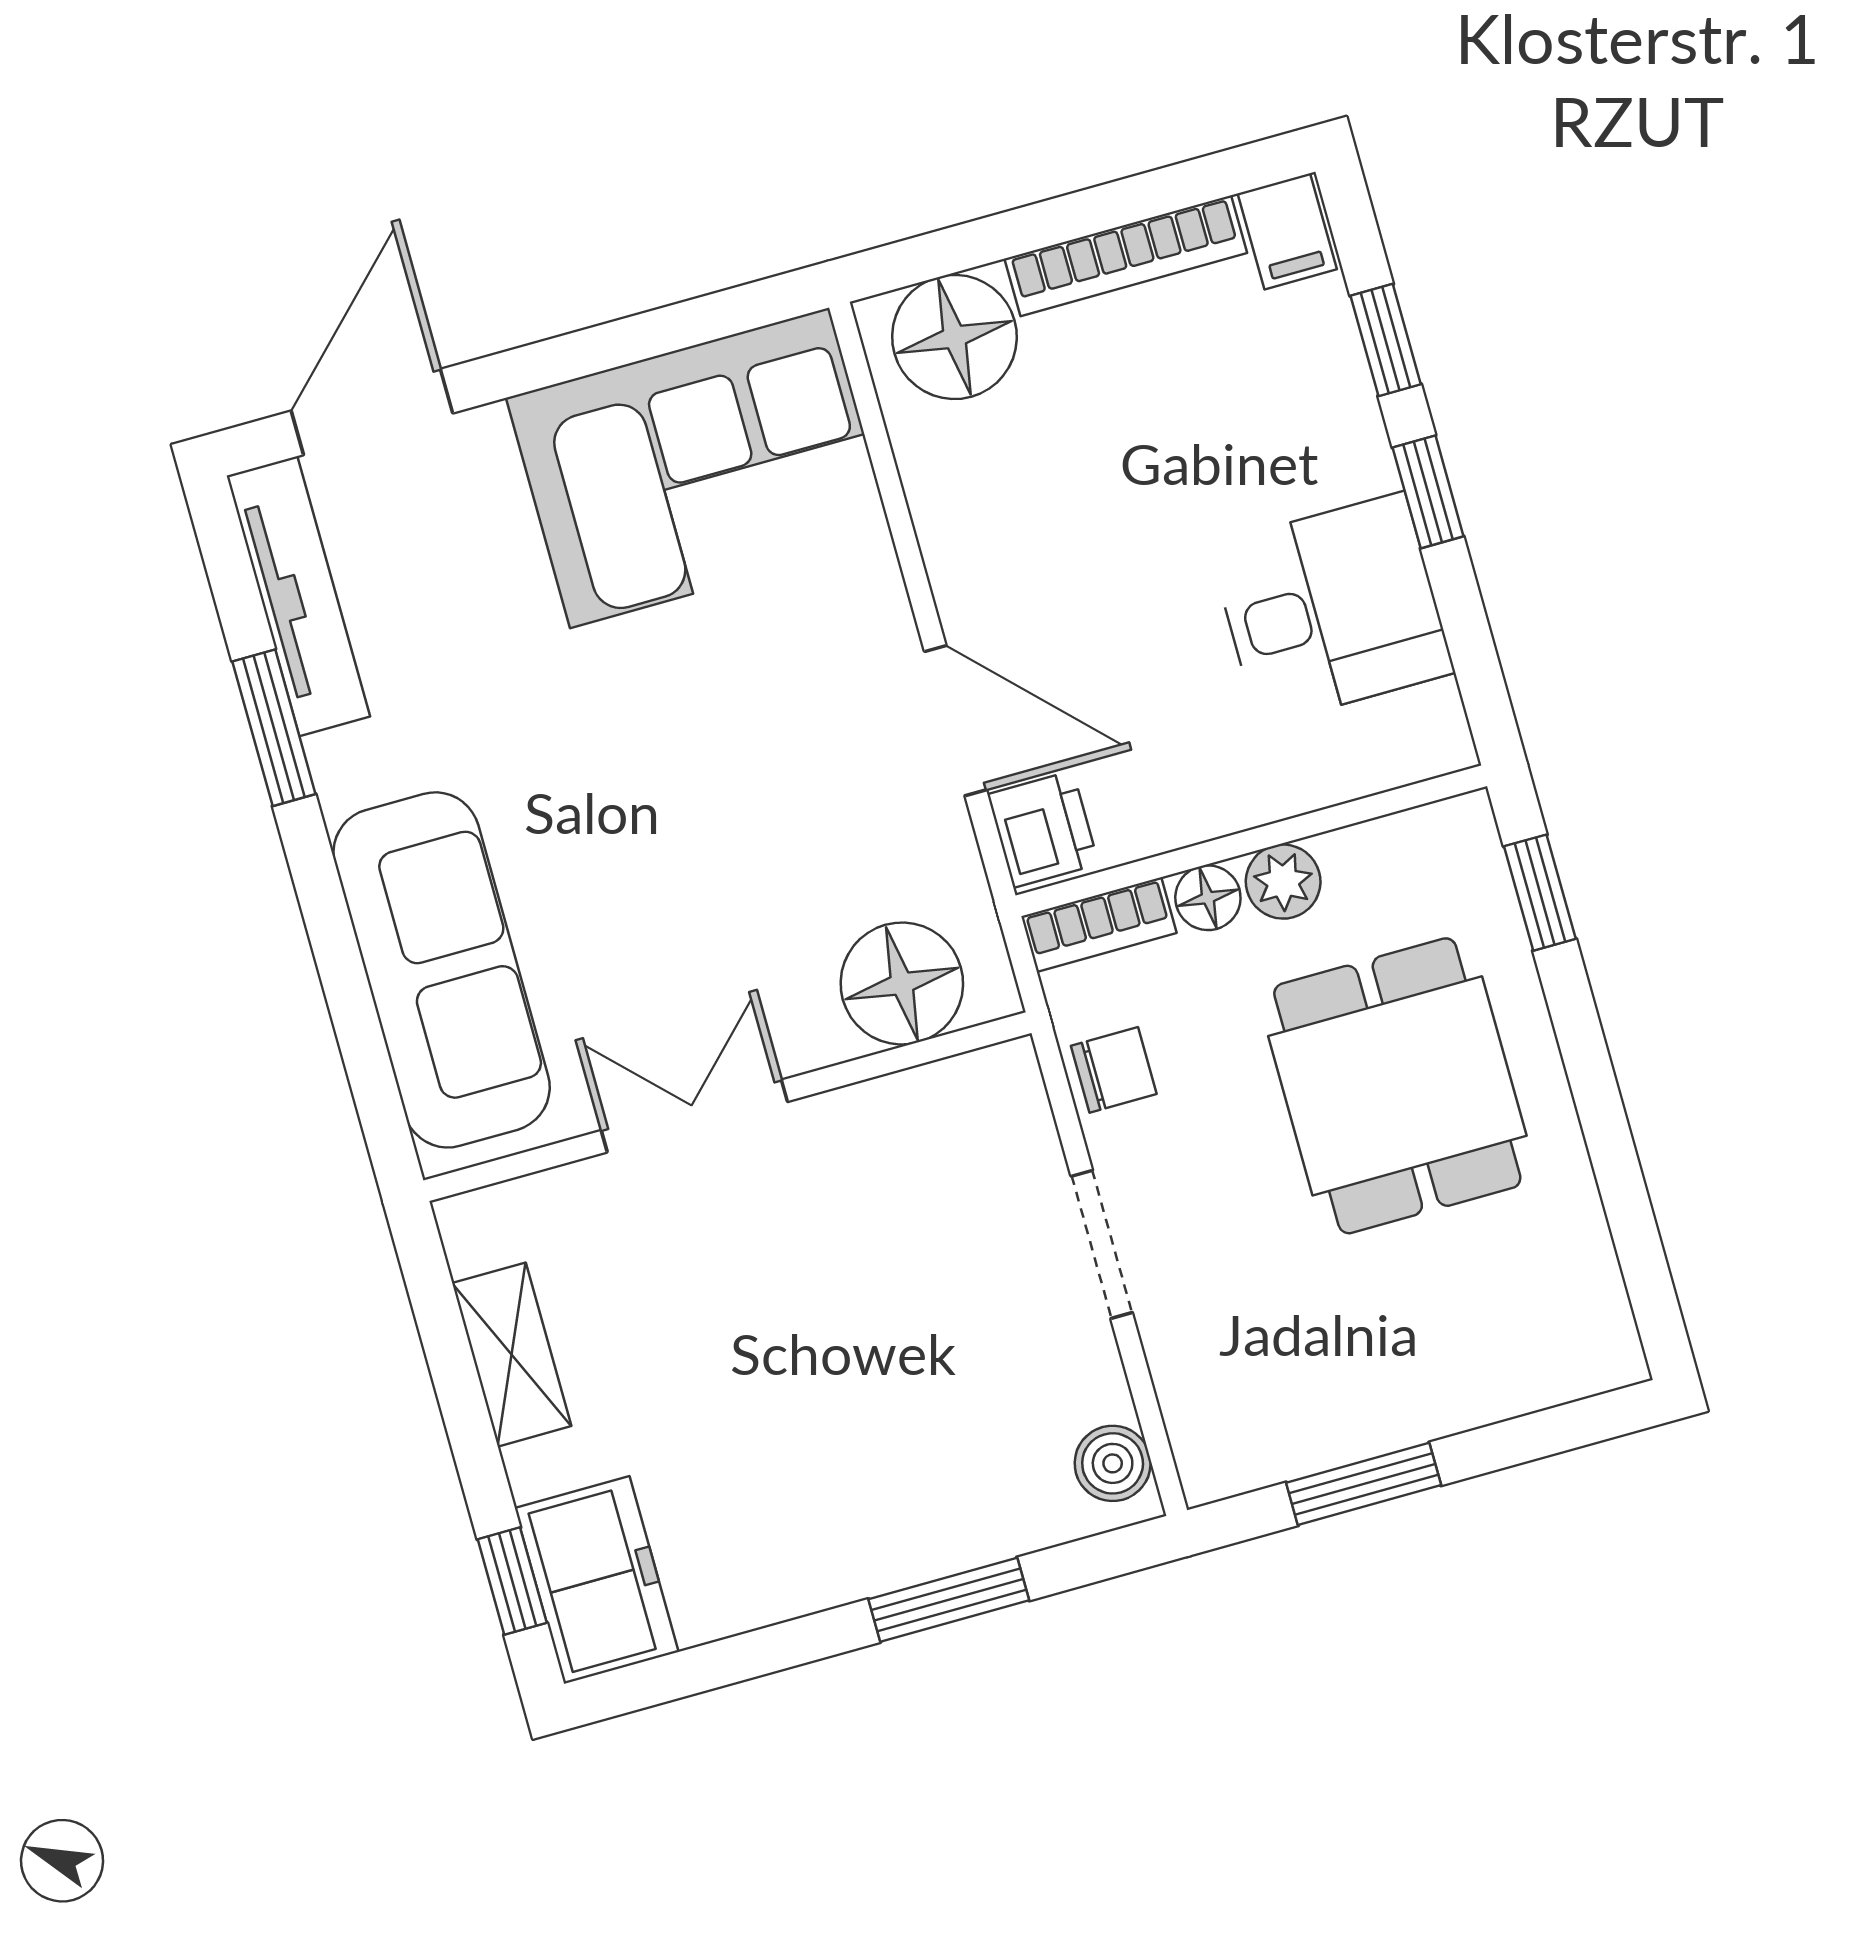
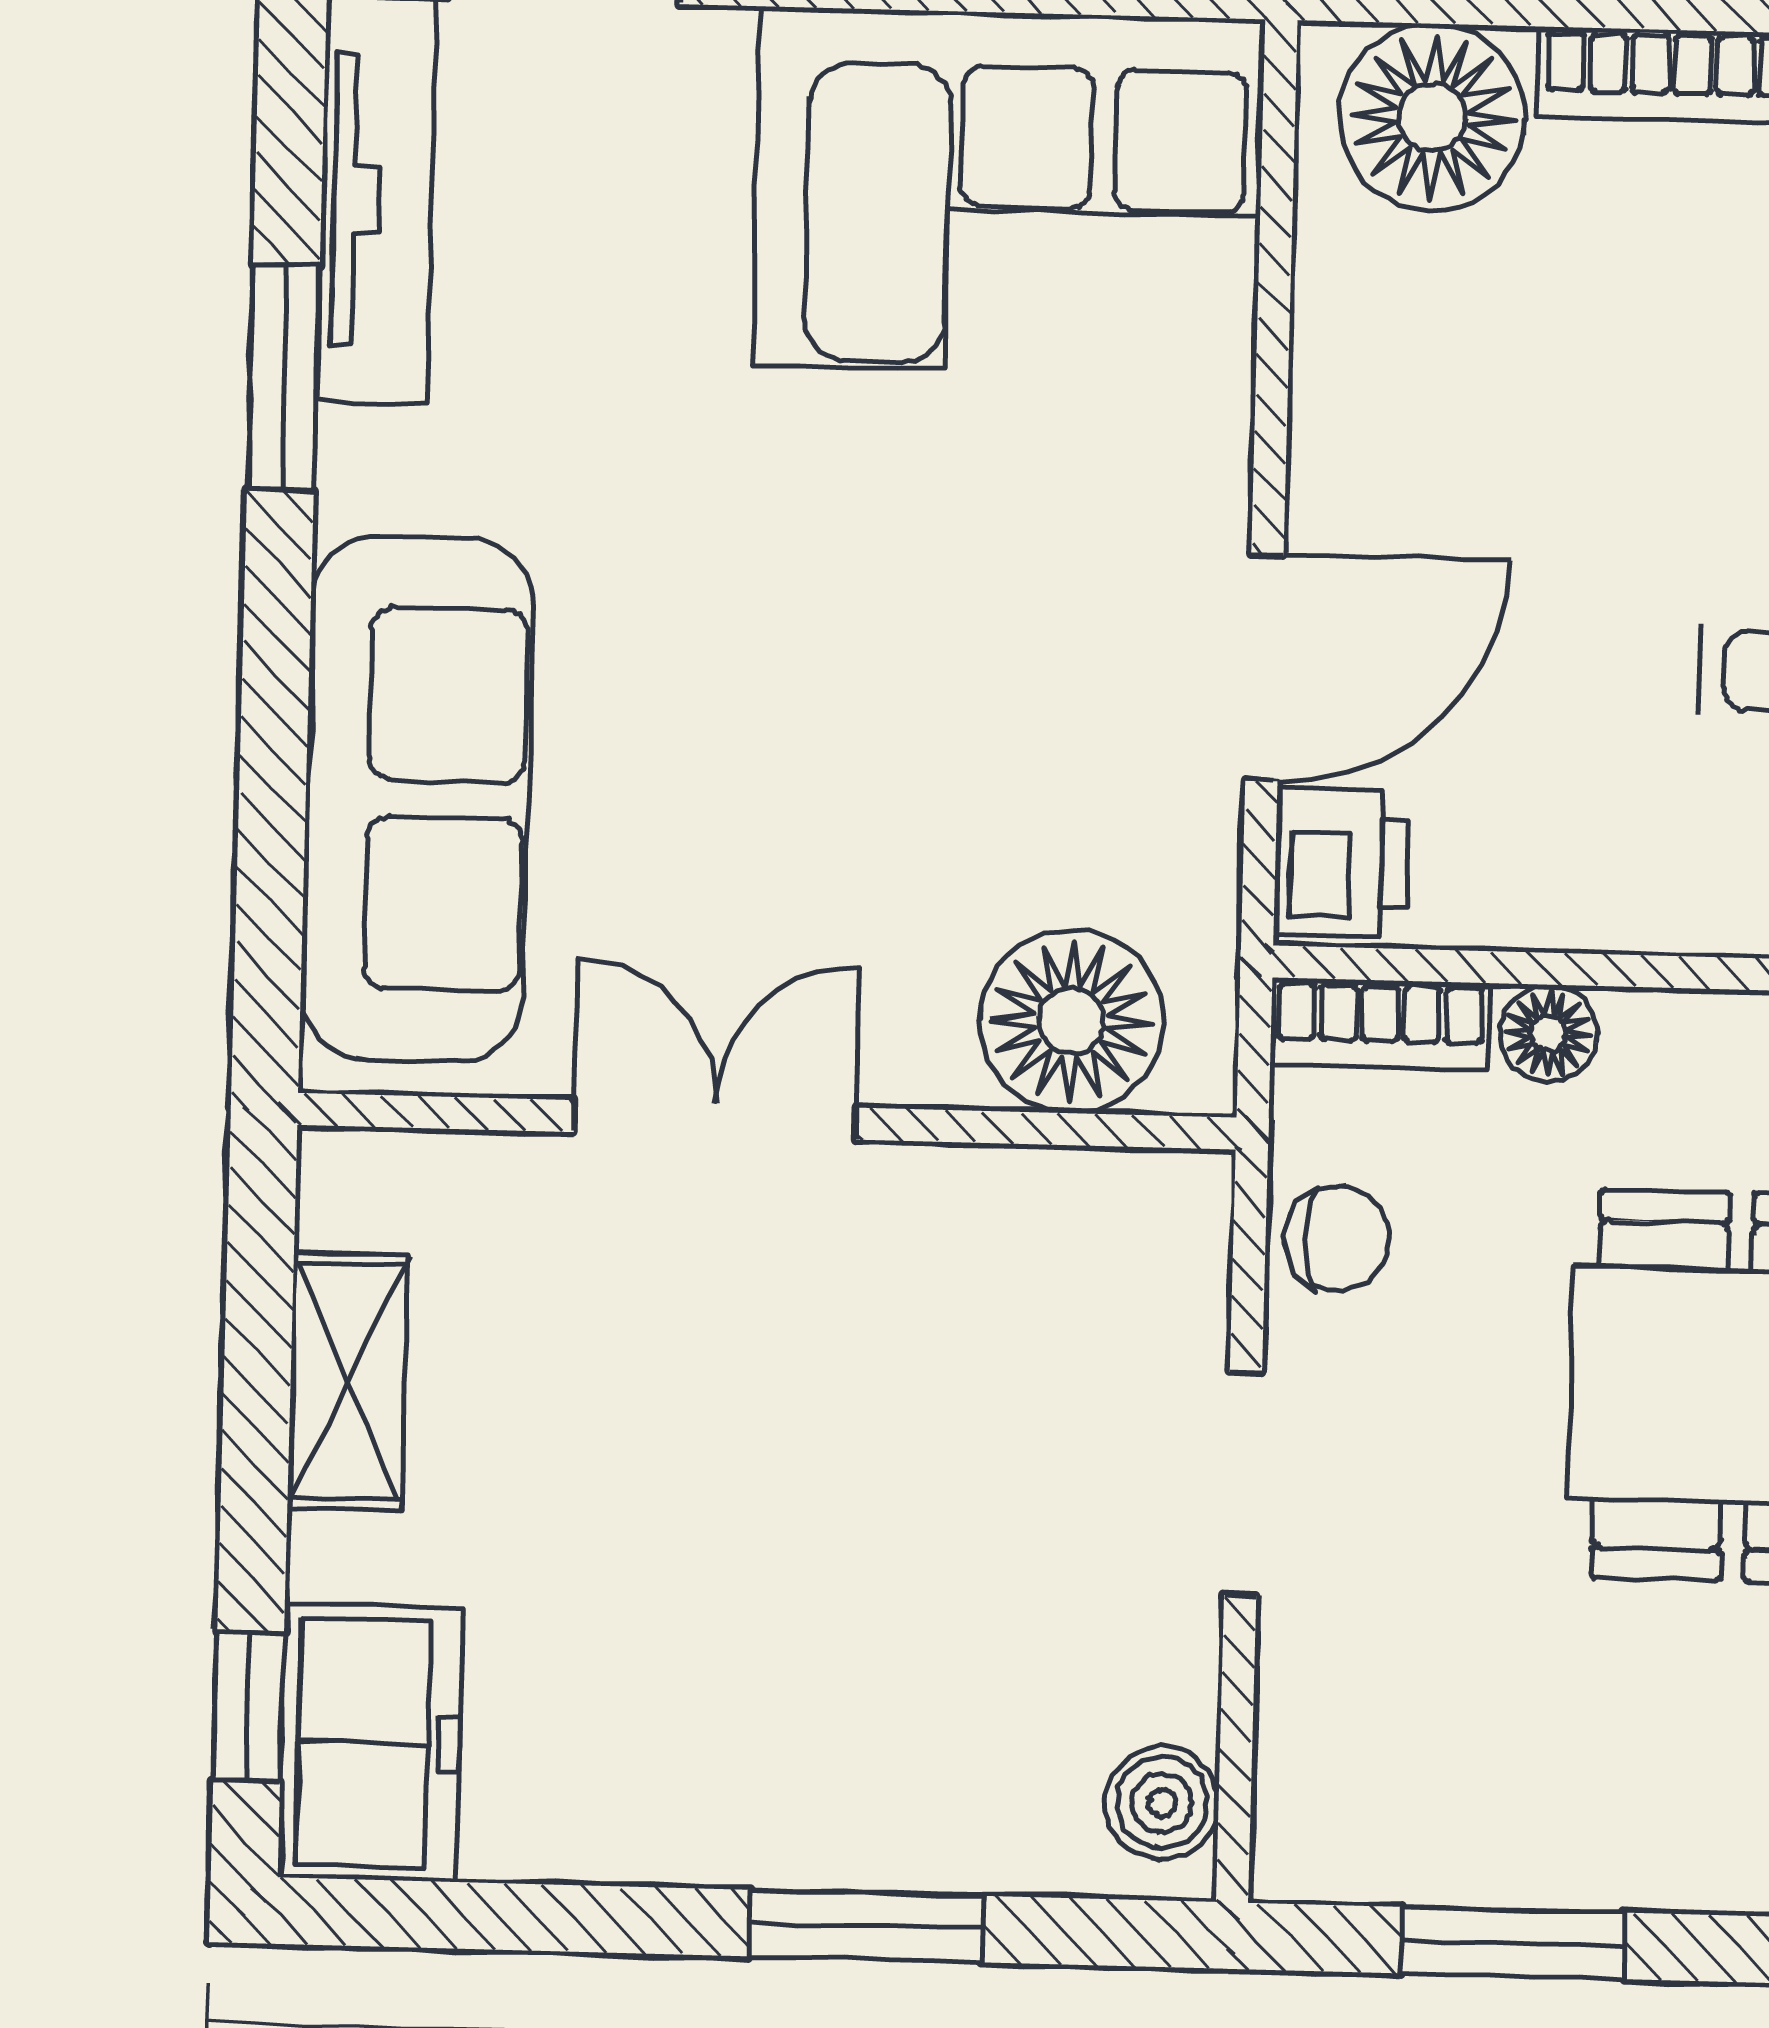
door: (956, 721) -> (1264, 668), hinge flipped
plant: (1283, 882) -> (1663, 1044), removed

